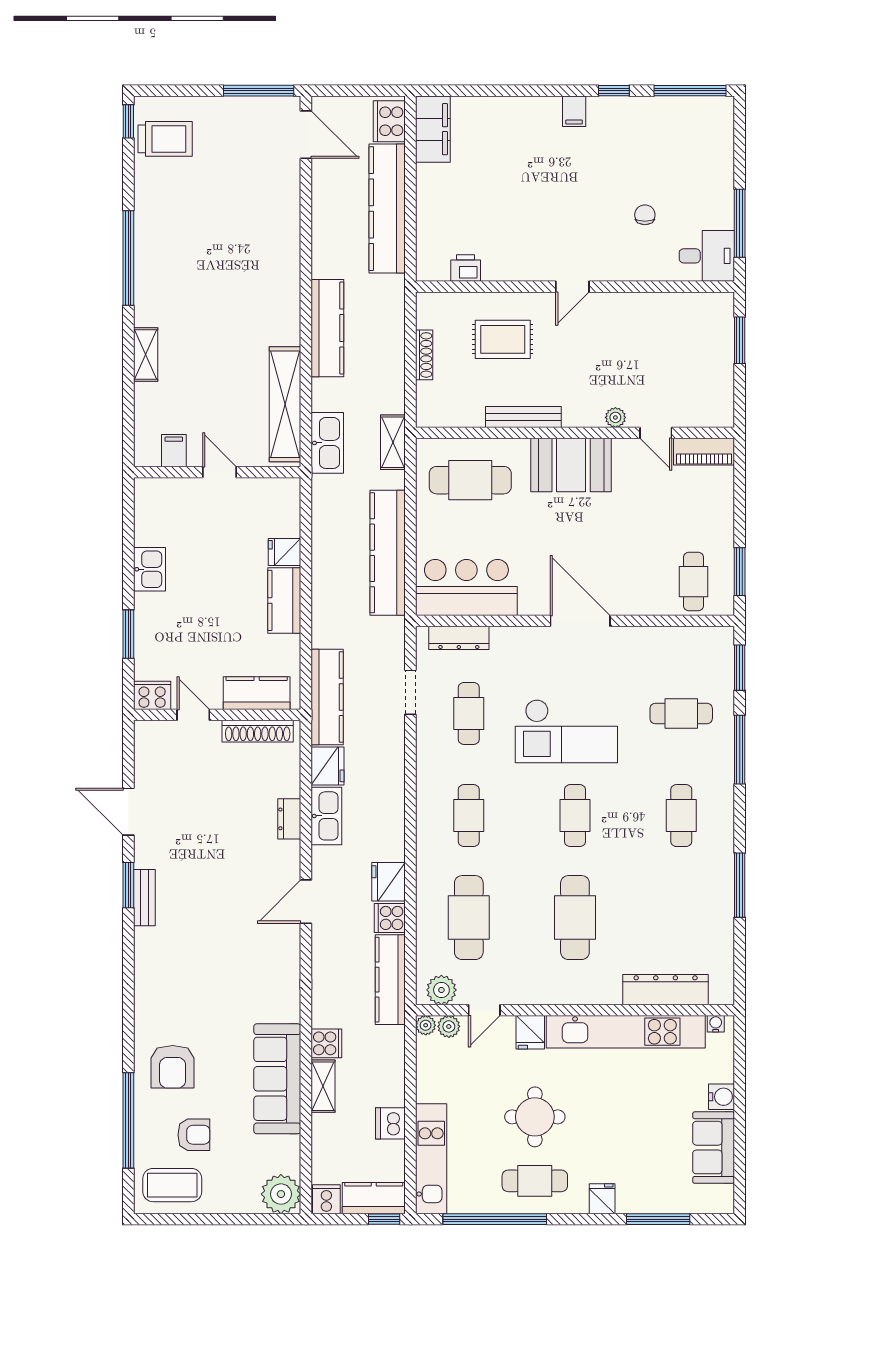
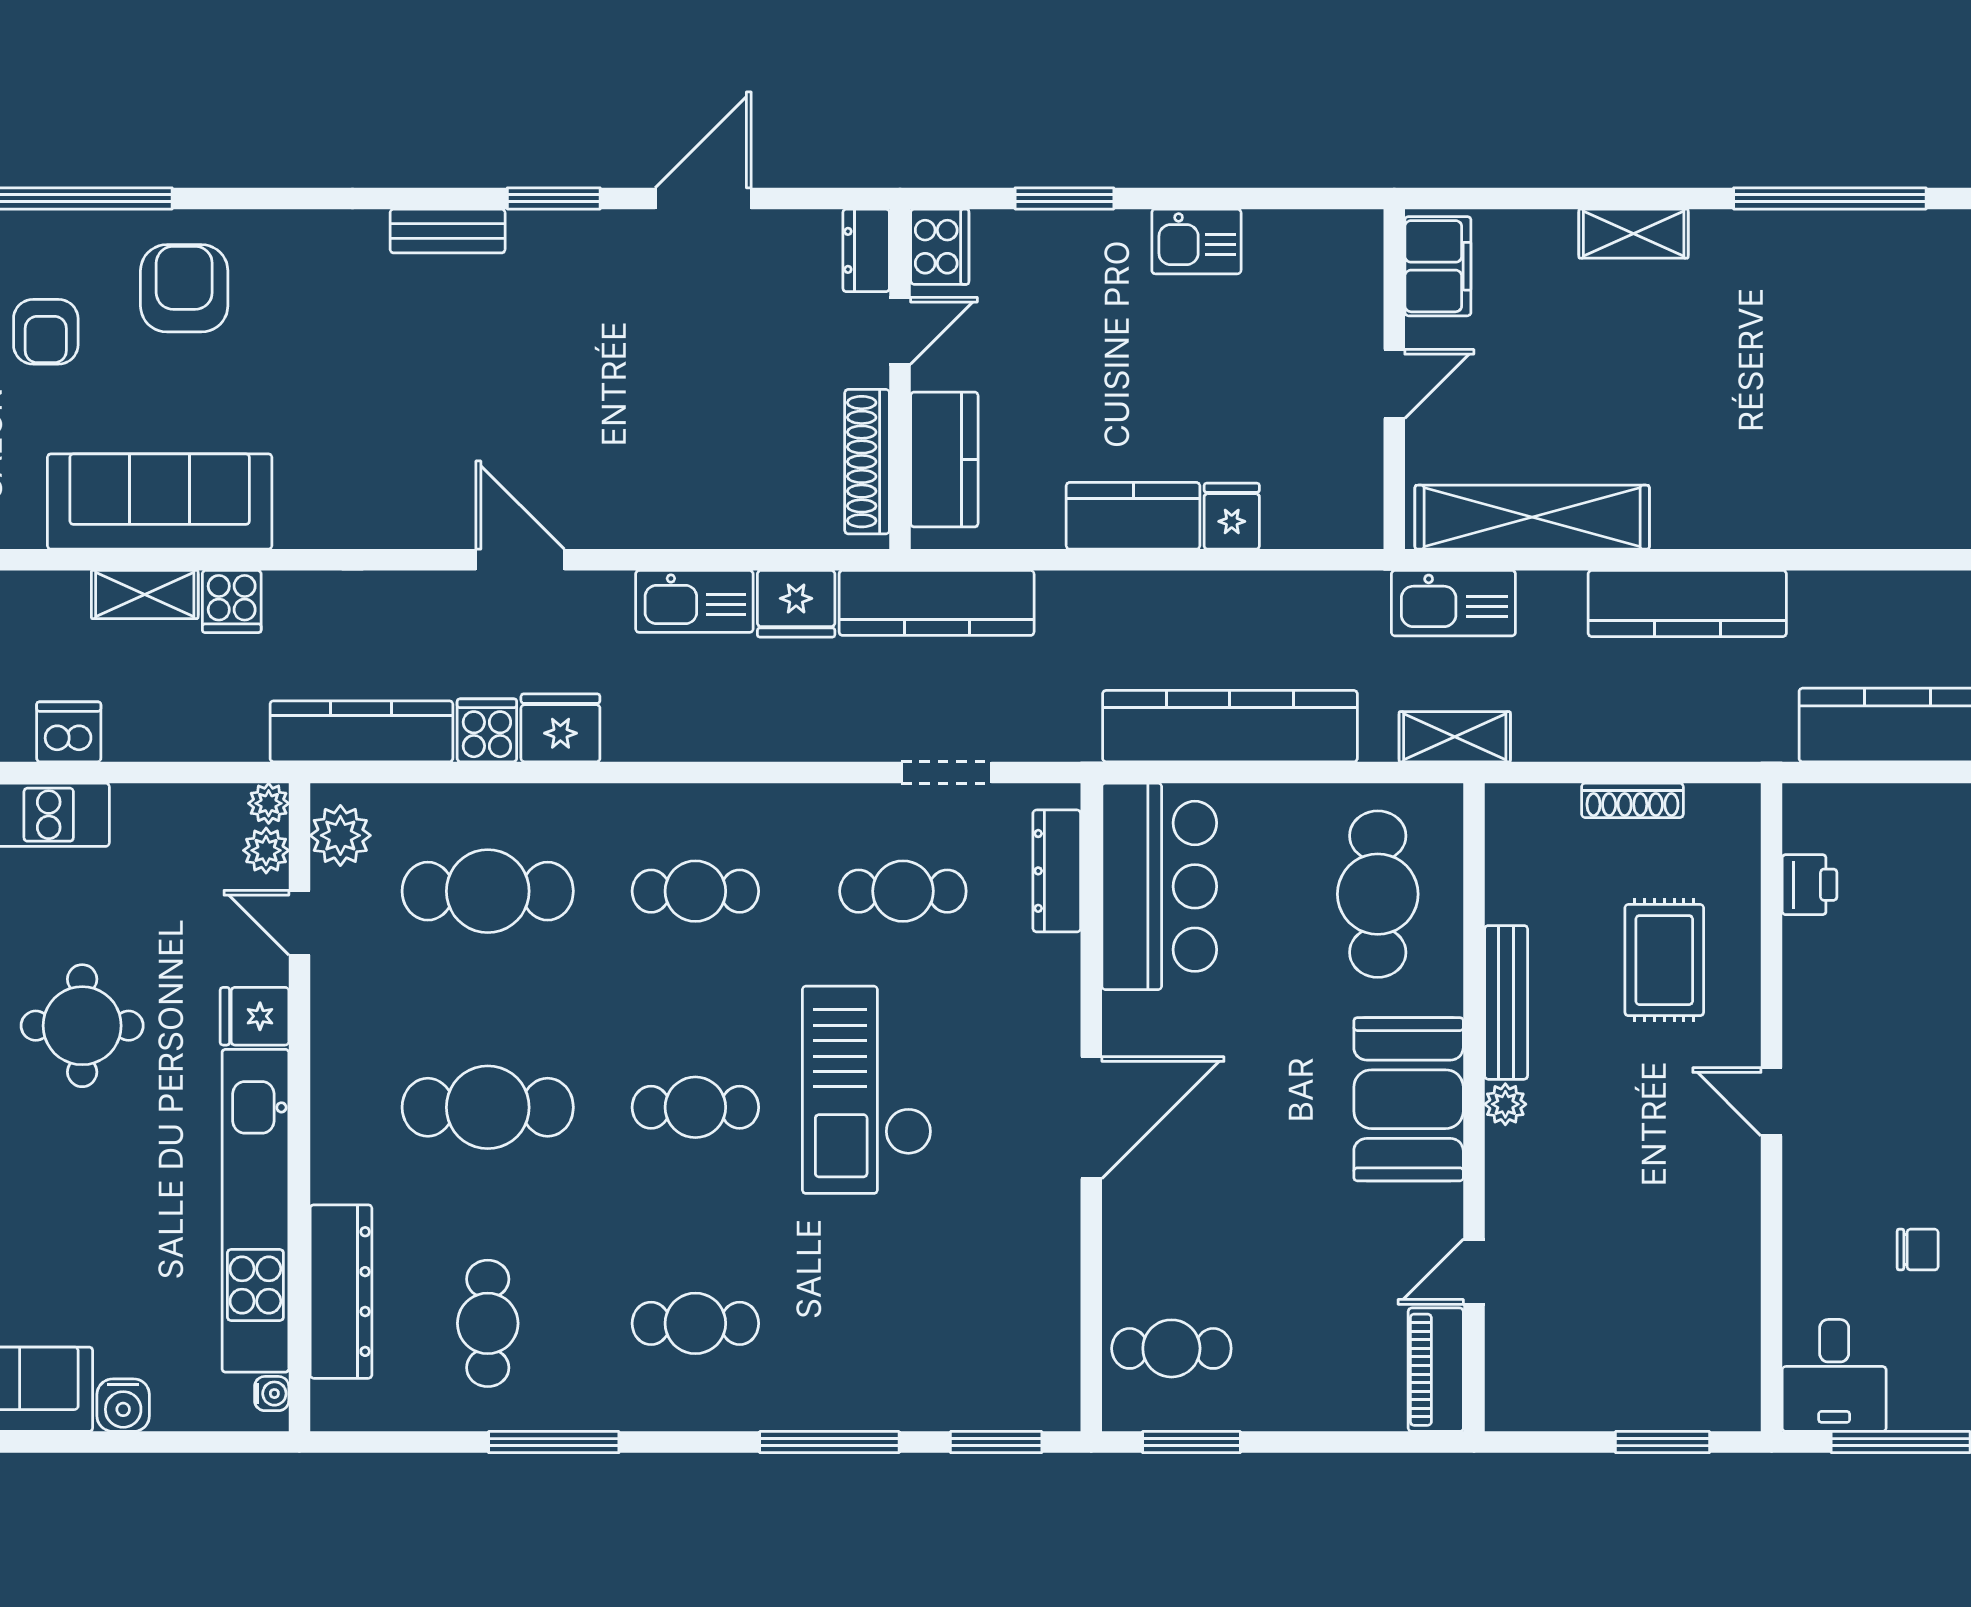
plant: (615, 417) -> (1505, 1104), moved
filing cabinet: (174, 451) -> (1438, 266), width x2.00
cafe table: (681, 713) -> (488, 1323), moved
dresser: (289, 819) -> (866, 250), moved, turned -90
bench: (144, 898) -> (448, 231), moved
armchair: (173, 1067) -> (184, 288), turned 90

